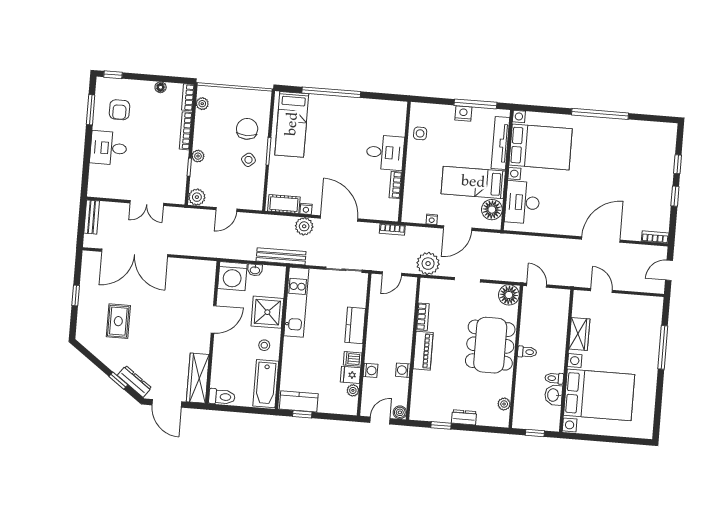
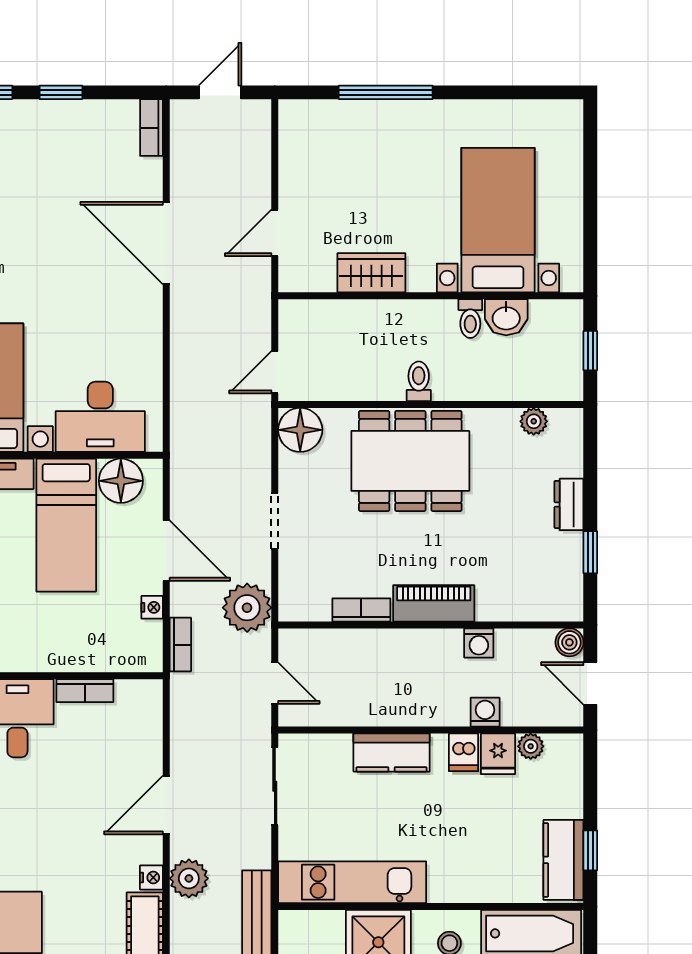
door: (339, 219) -> (166, 805), width x0.73
bookcase: (392, 229) -> (180, 645), moved
door: (669, 270) -> (220, 92), swing flipped
bed with nightstands: (599, 395) -> (498, 220), width x0.73

